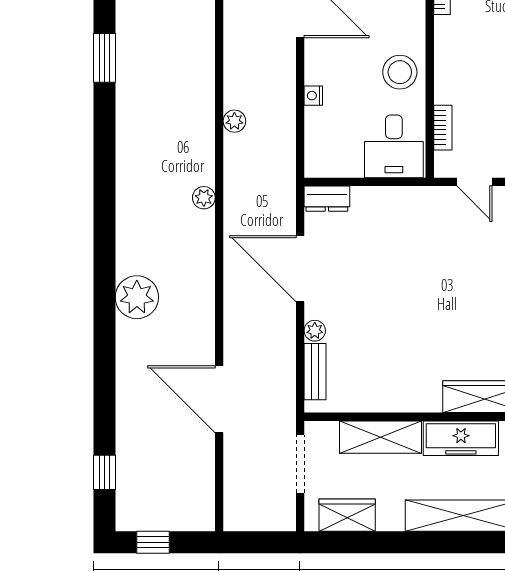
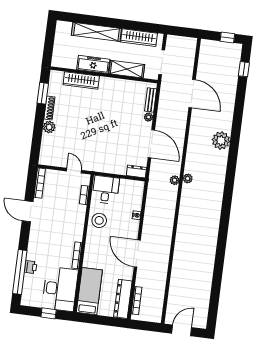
window: (104, 58) -> (222, 242), removed
plant: (234, 121) -> (175, 180), moved
wardrobe: (347, 515) -> (139, 38), width x1.50

